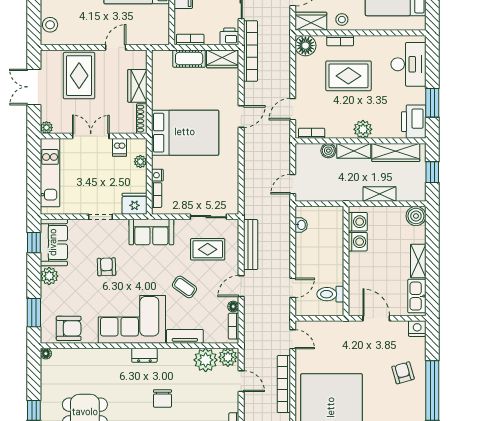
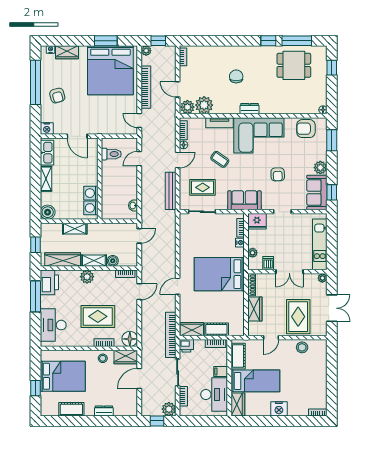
cot: (160, 23) -> (238, 356), added
stool: (50, 25) -> (302, 347), moved
window: (432, 103) -> (36, 296), width x1.44

